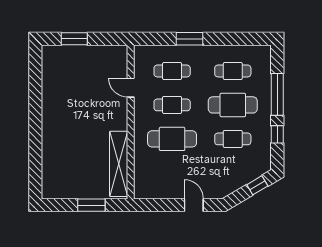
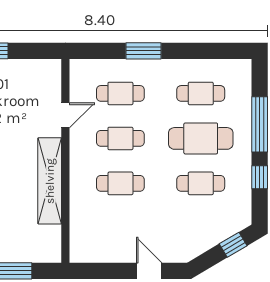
door: (131, 88) -> (65, 115), swing flipped
cafe table: (172, 139) -> (120, 183), width x0.73, depth x0.74
shelving: (119, 164) -> (50, 181), moved

